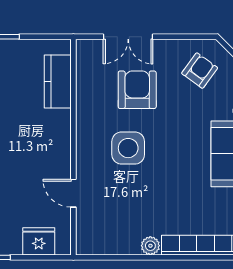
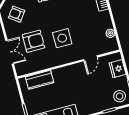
armchair: (137, 90) -> (34, 41), turned 180
plant: (150, 246) -> (110, 33), moved

